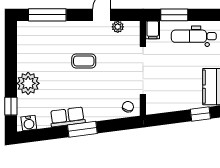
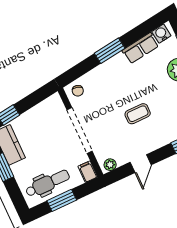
window: (174, 15) -> (62, 200), moved
plant: (118, 27) -> (110, 165), moved
row of seats: (67, 117) -> (140, 48), moved

